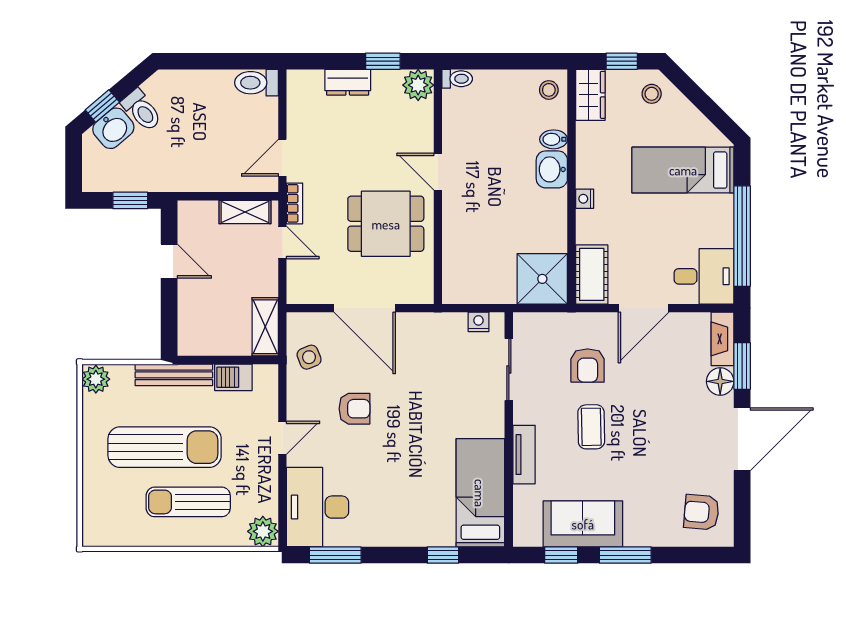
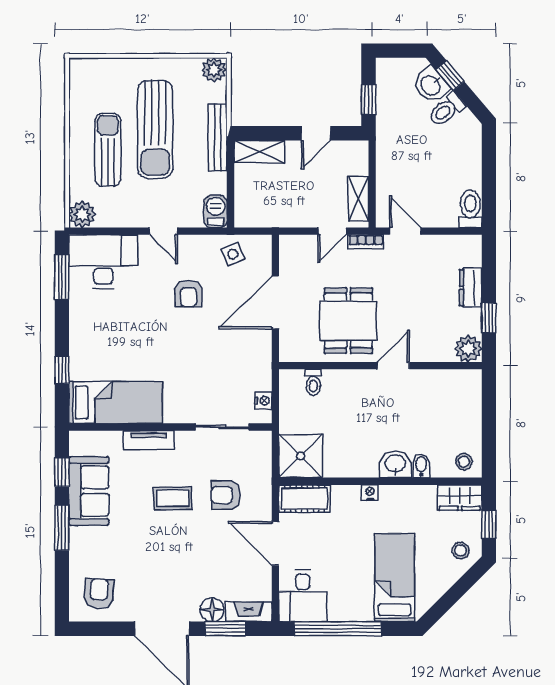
toilet: (457, 79) -> (313, 382), moved
shelving: (265, 327) -> (259, 152), moved
barbecue: (233, 377) -> (216, 211), moved

